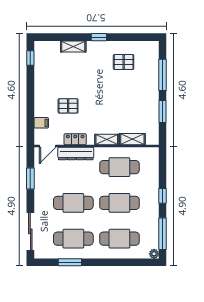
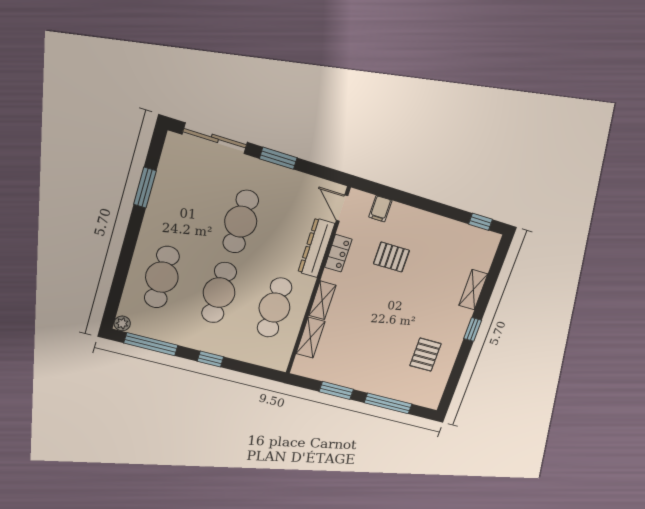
pallet: (68, 106) -> (391, 257), turned 90
window: (30, 179) -> (278, 158), moved
cafe table: (73, 239) -> (183, 205), removed

